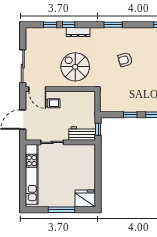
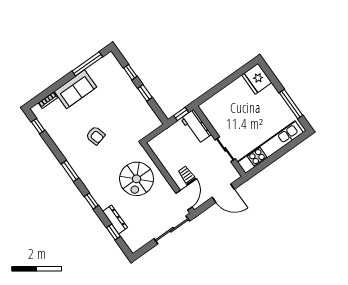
window: (69, 25) -> (91, 201), moved
dresser: (78, 32) -> (115, 219), moved
window: (62, 210) -> (291, 104), moved

